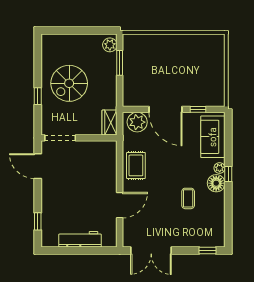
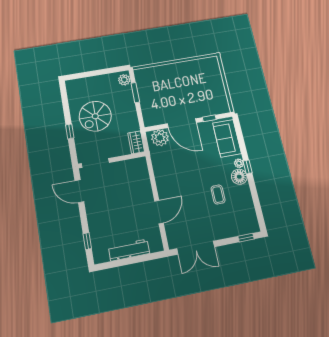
rug: (136, 165) -> (166, 174), removed

